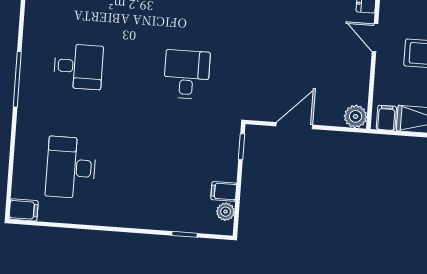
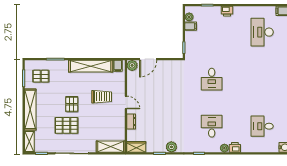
desk: (78, 66) -> (262, 79), removed
door: (294, 126) -> (148, 59), moved
desk: (71, 168) -> (262, 32), turned 180
printer: (143, 218) -> (227, 11), added

